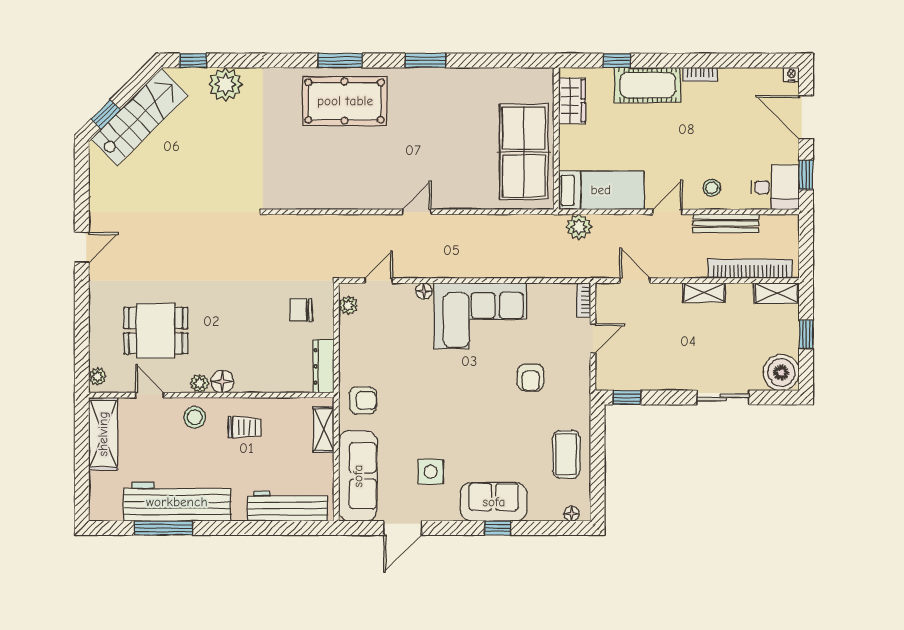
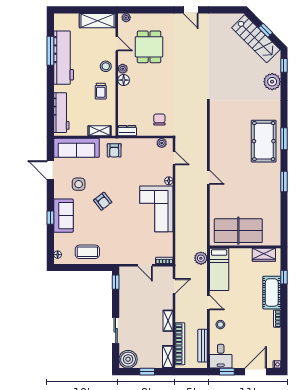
window: (106, 115) -> (266, 30), moved
bench: (726, 223) -> (203, 346), moved
dresser: (324, 366) -> (127, 131), width x0.70
armchair: (531, 378) -> (103, 201), moved, turned -128
door: (150, 395) -> (117, 44), hinge flipped

